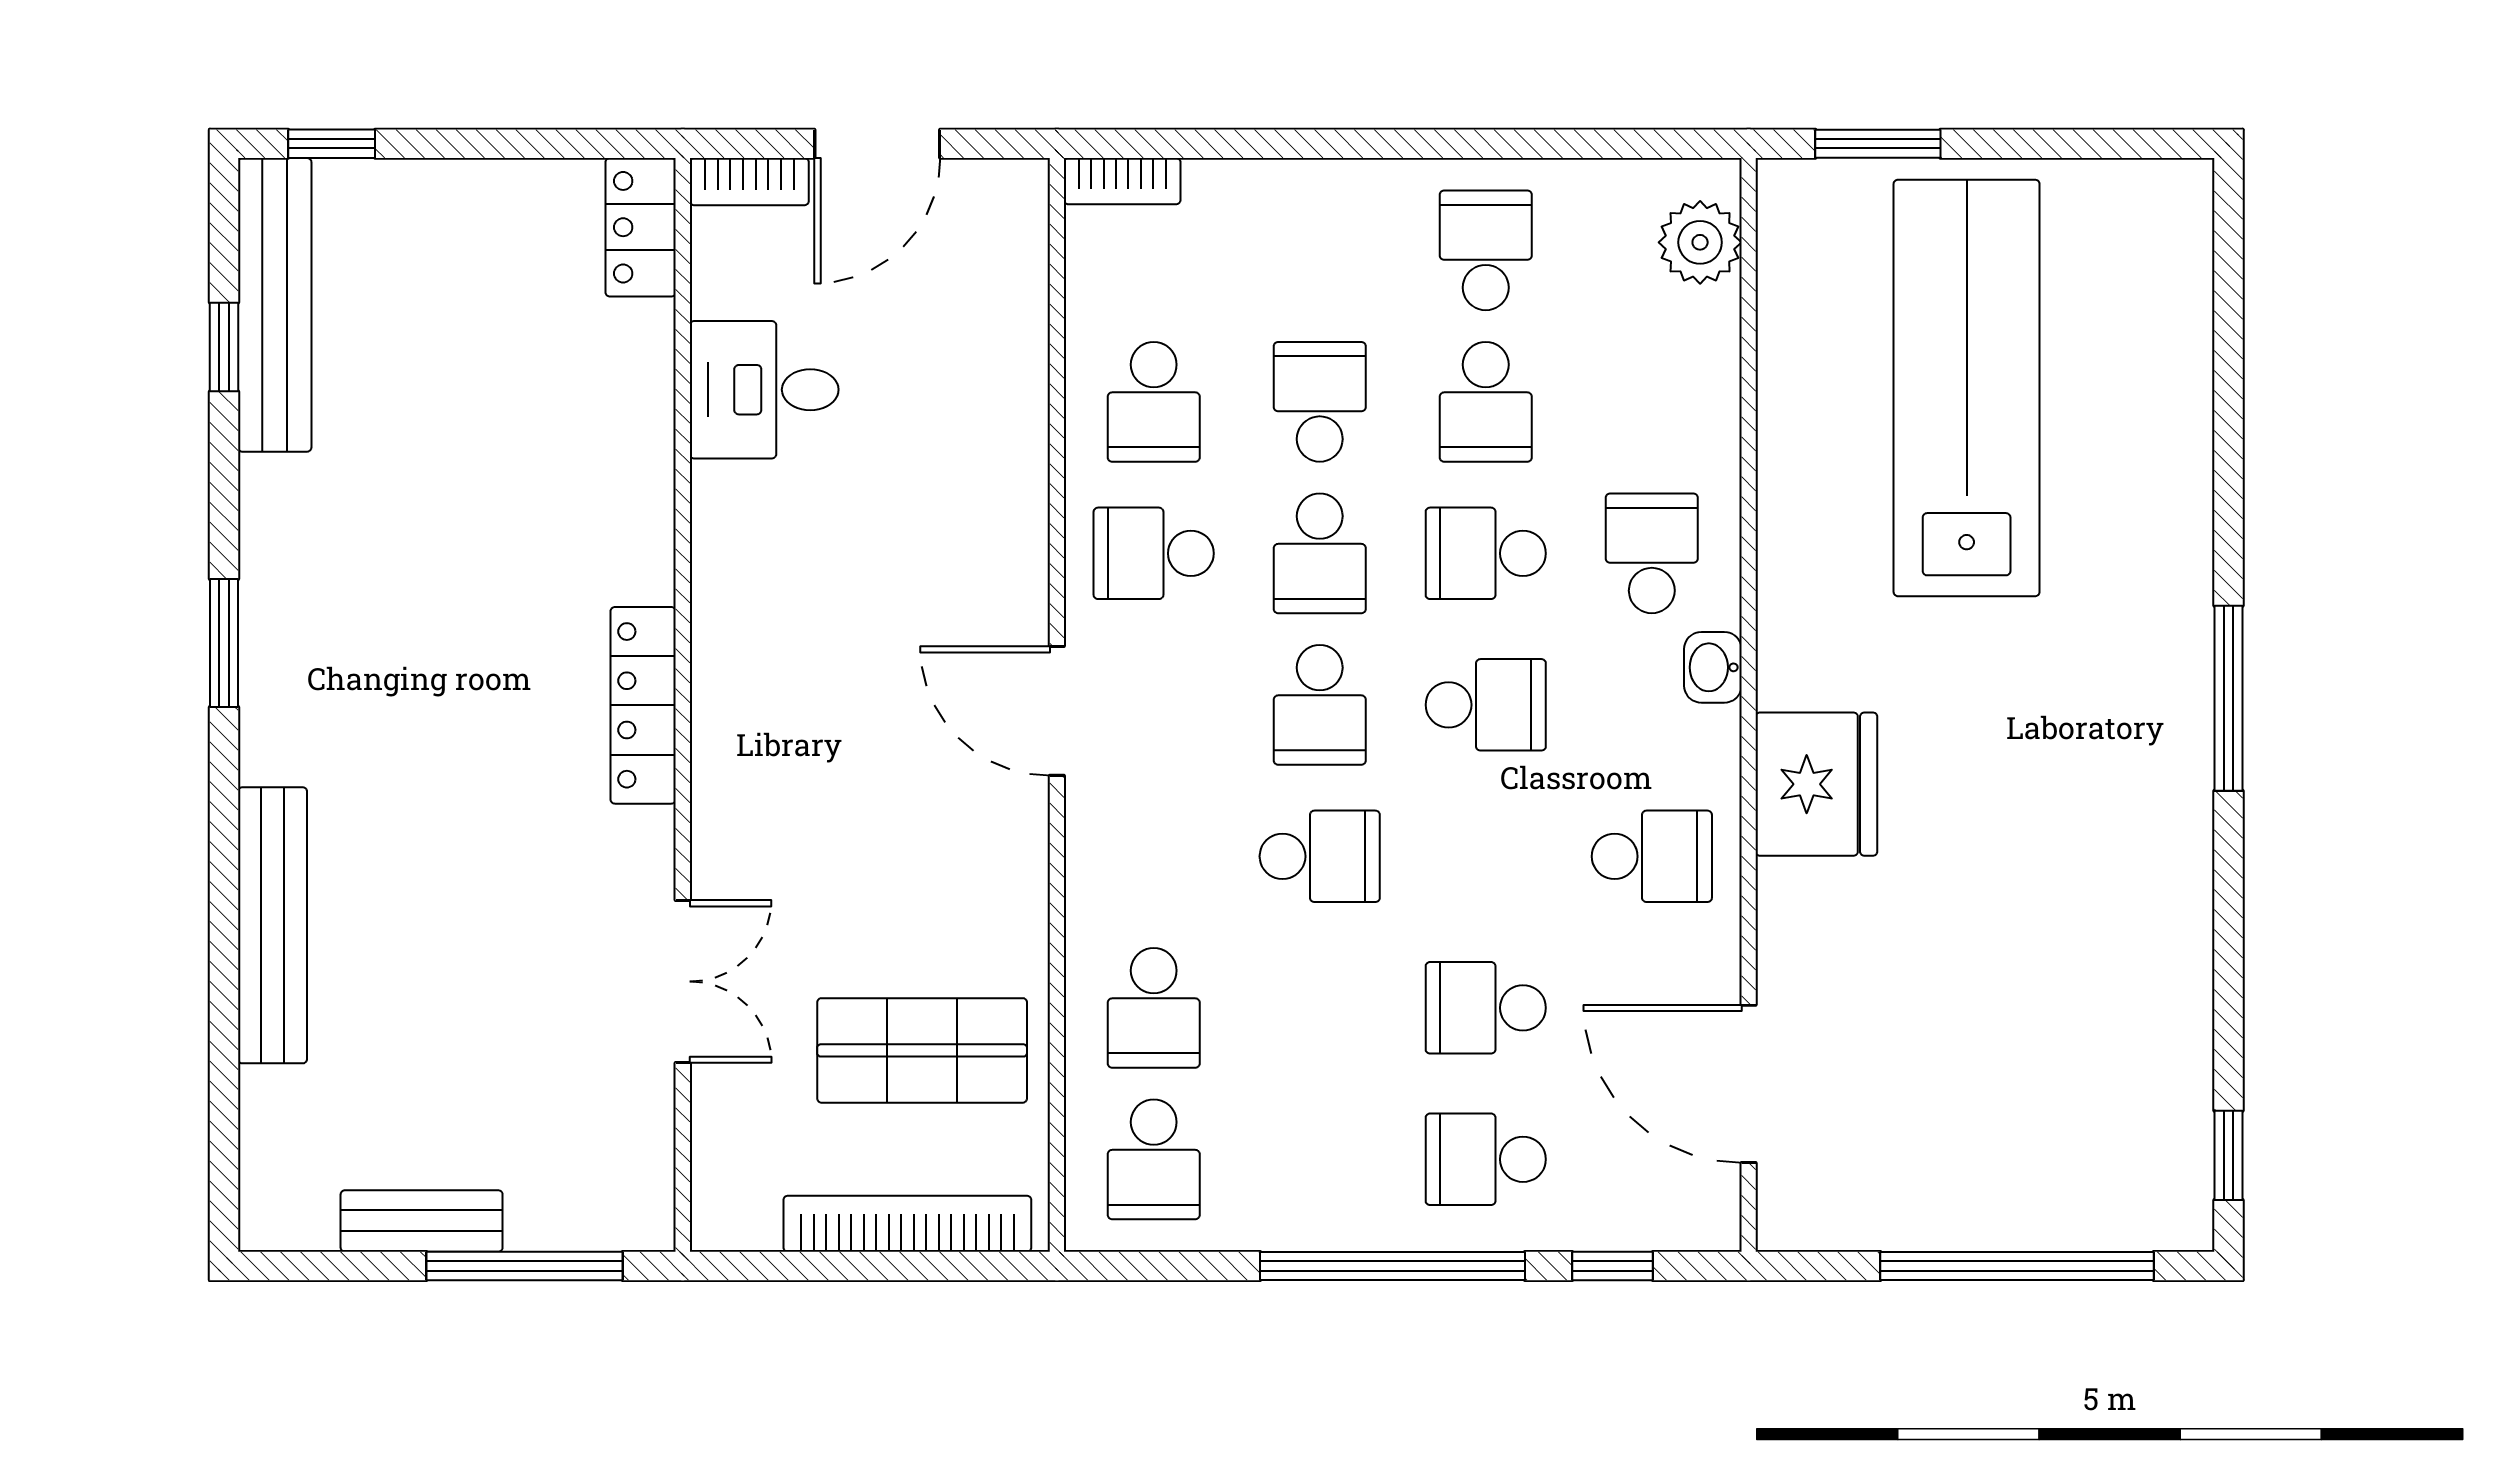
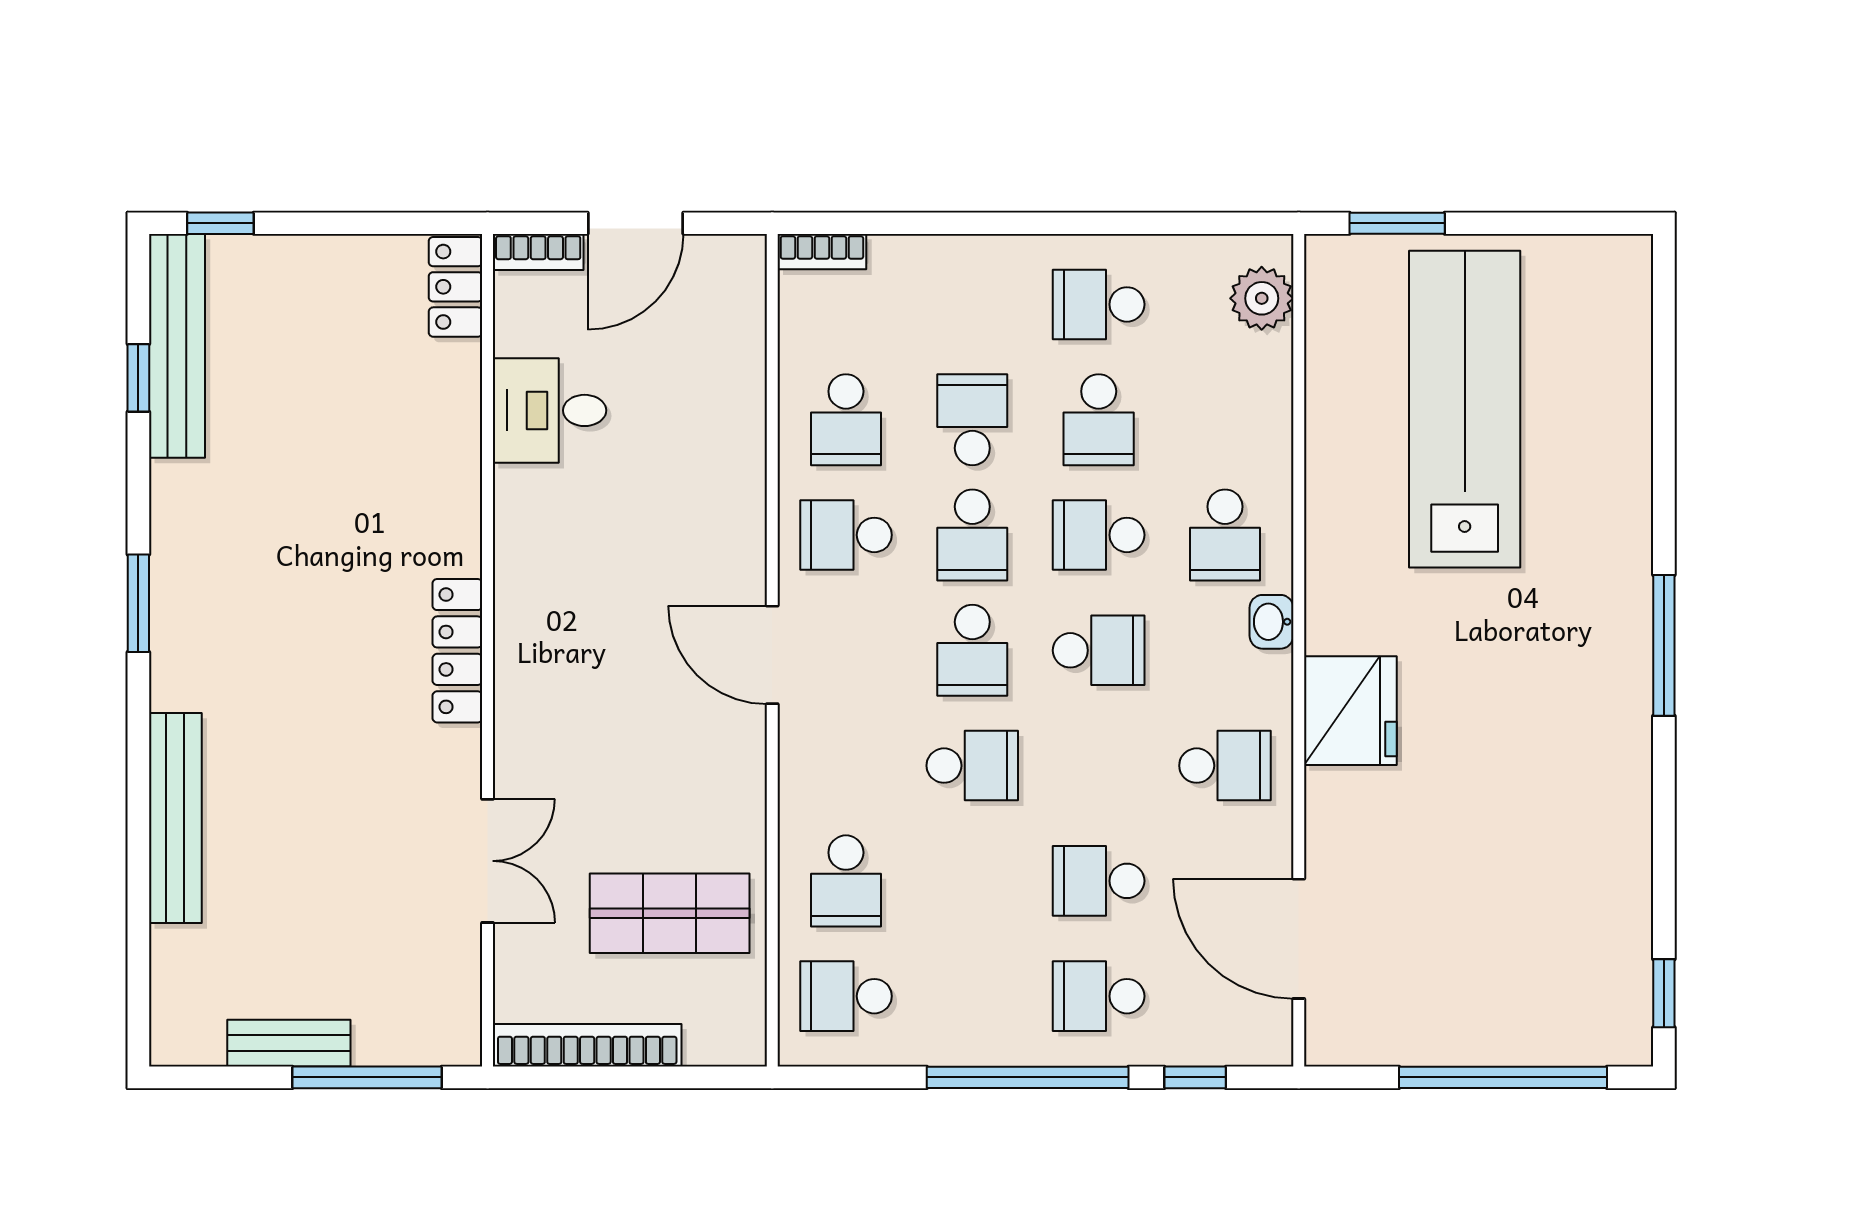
school desk: (1486, 250) -> (1099, 304), turned -90
school desk: (1652, 553) -> (1225, 535), turned 180
school desk: (1154, 1159) -> (846, 996), turned 90
bookcase: (907, 1224) -> (587, 1045), moved

